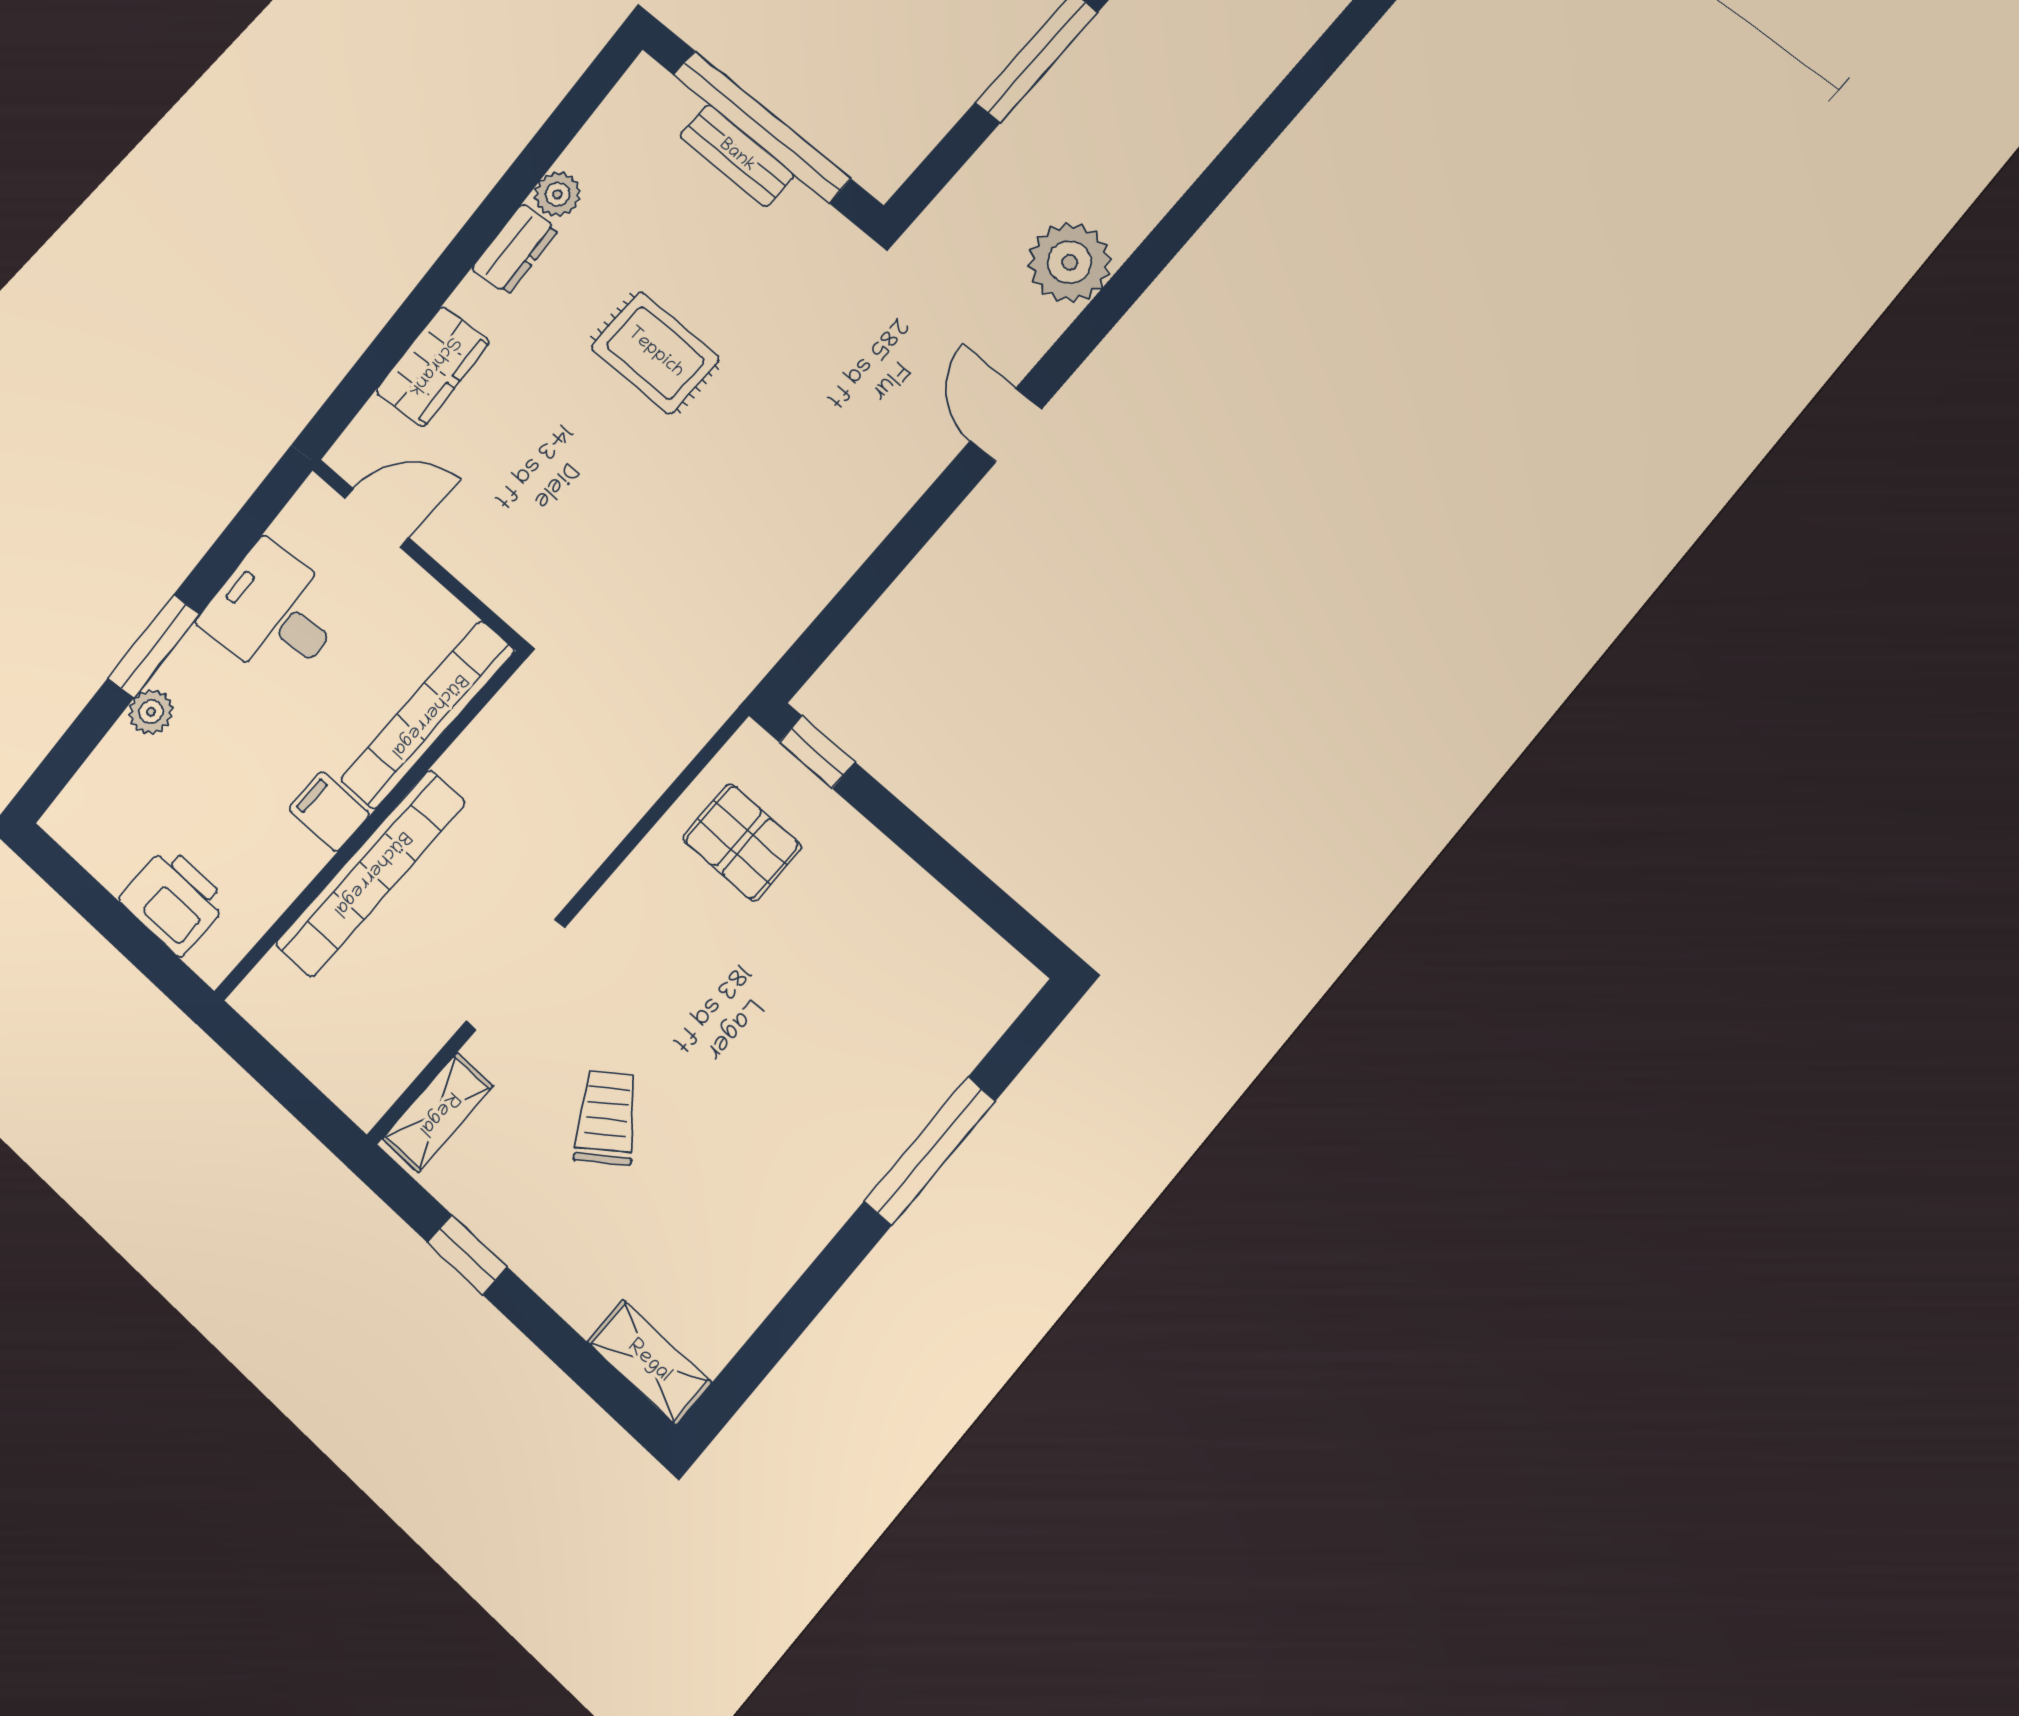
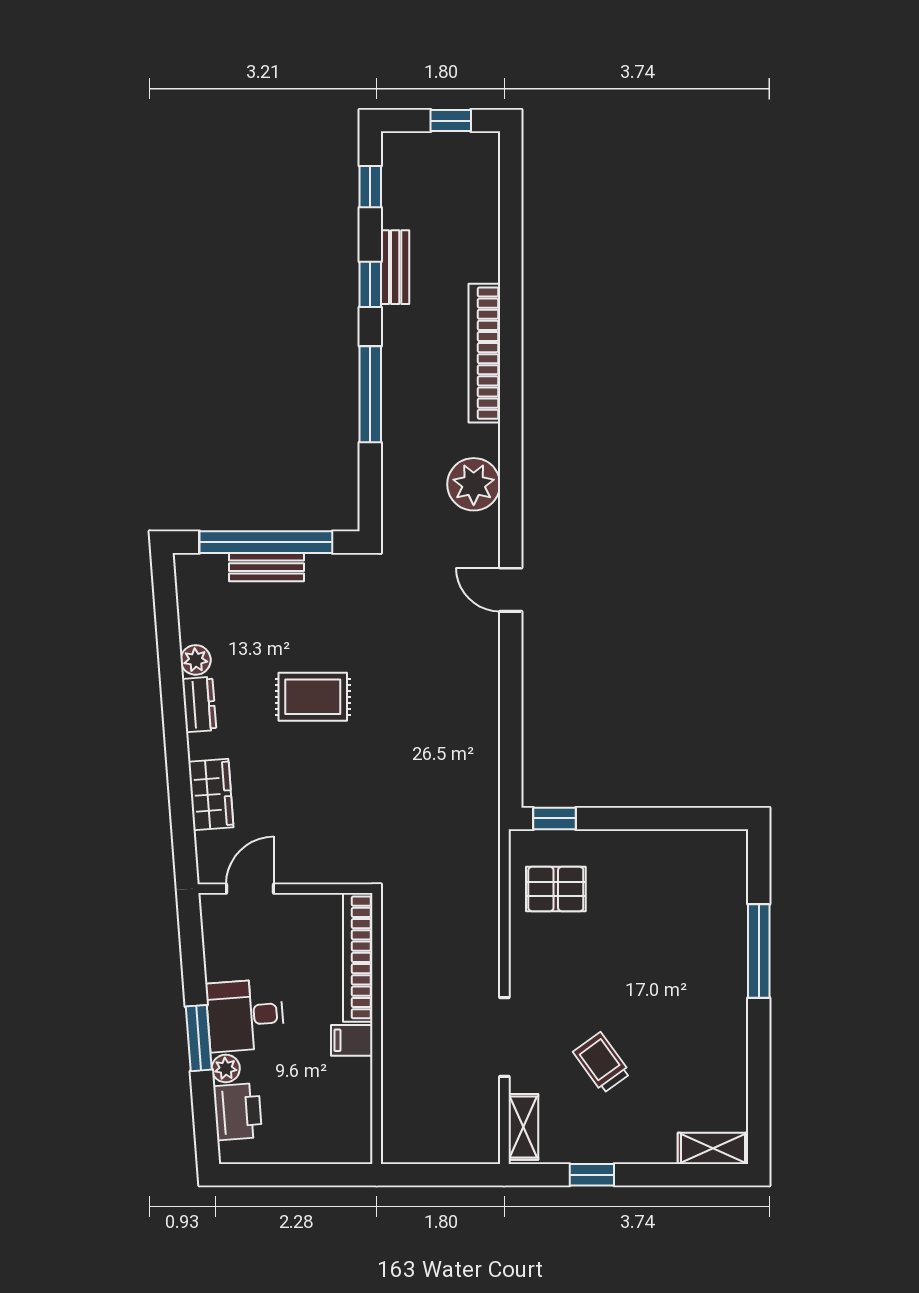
desk: (274, 613) -> (245, 1015), moved
bookcase: (371, 873) -> (484, 353), moved, turned 180
printer: (174, 900) -> (238, 1112), moved, turned 86

